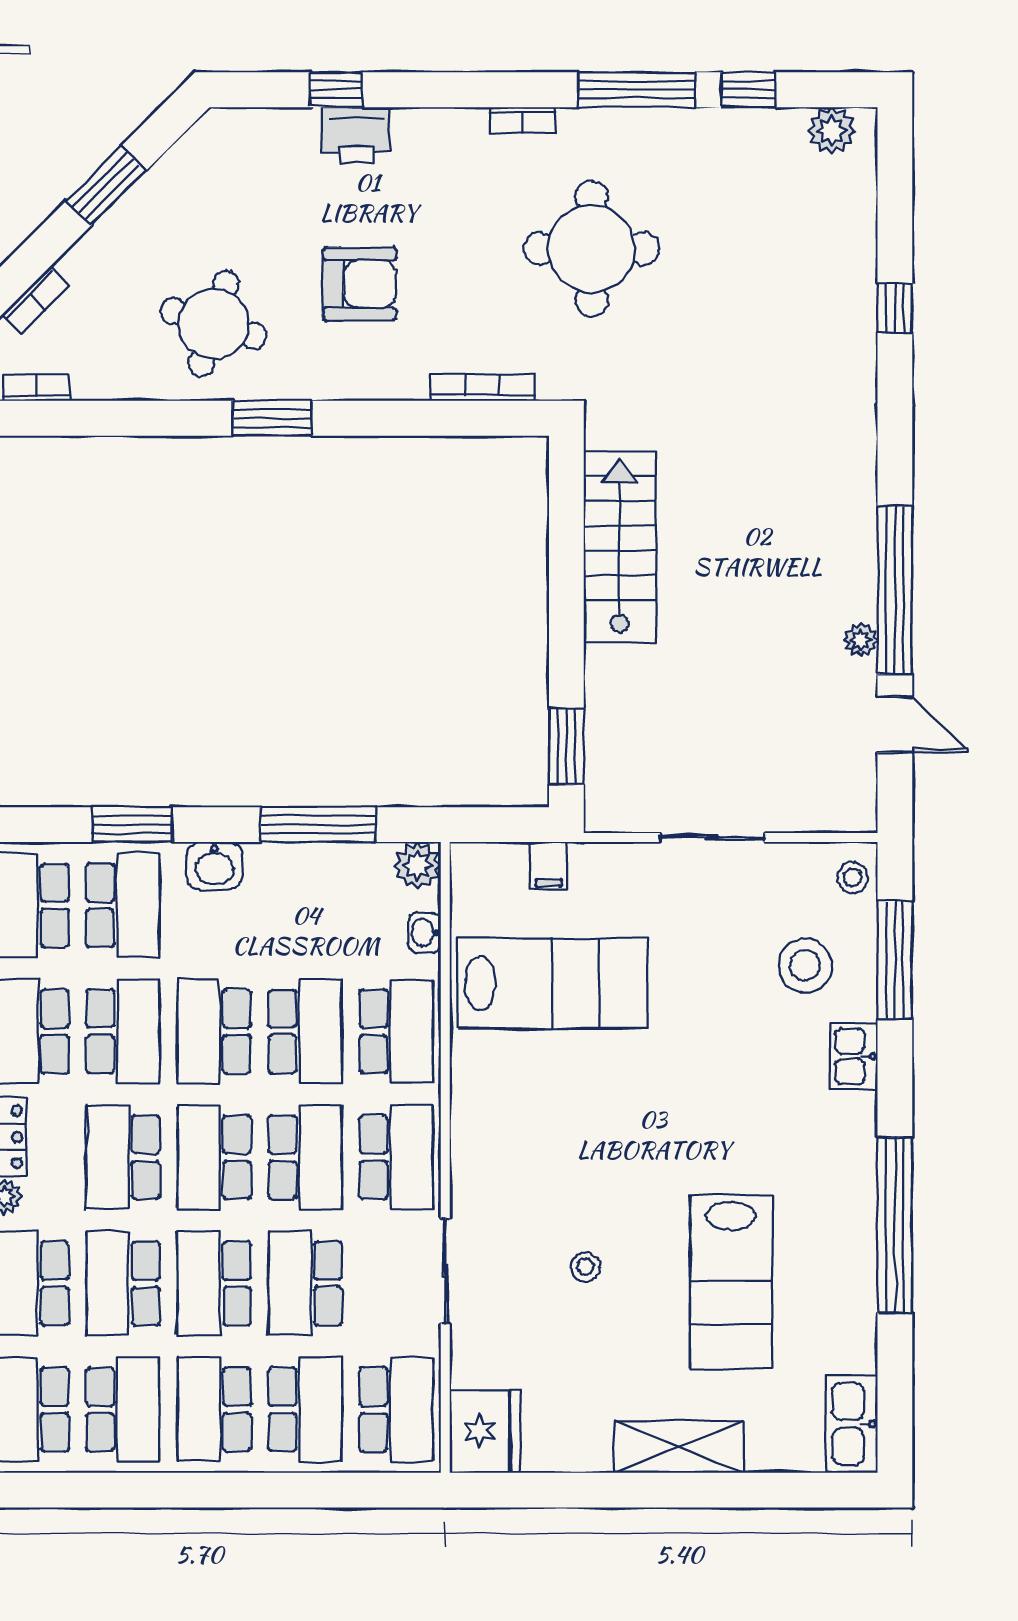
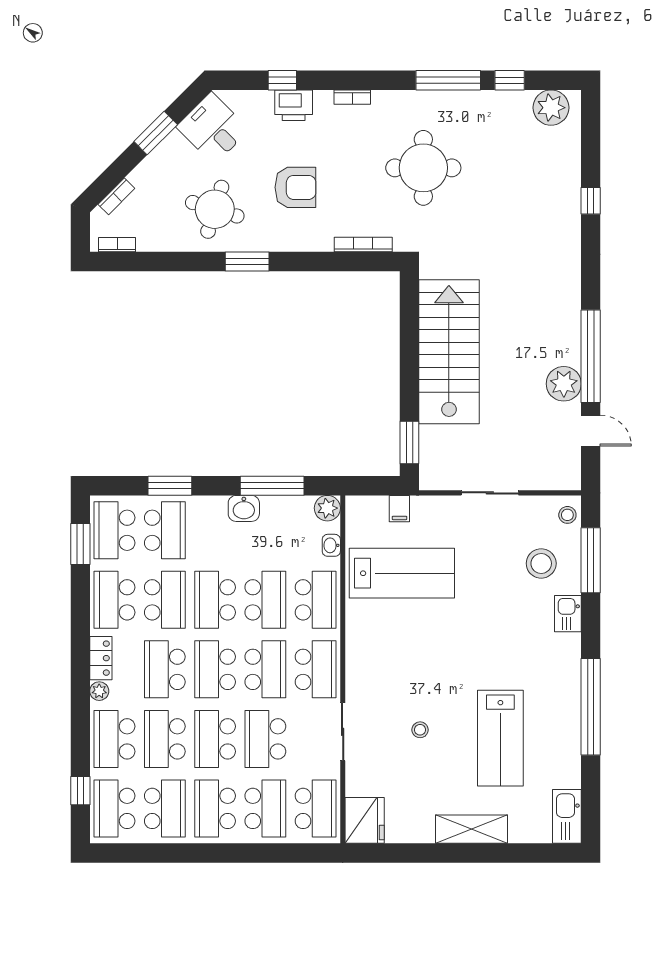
bookcase: (522, 120) -> (352, 97), moved
plant: (831, 131) -> (551, 108), width x1.36, depth x1.36
desk: (210, 177) -> (213, 128), added
stairs: (620, 547) -> (449, 352), width x1.36, depth x1.51
plant: (861, 640) -> (564, 384), width x1.88, depth x1.88
washbasin: (214, 866) -> (244, 508), moved

